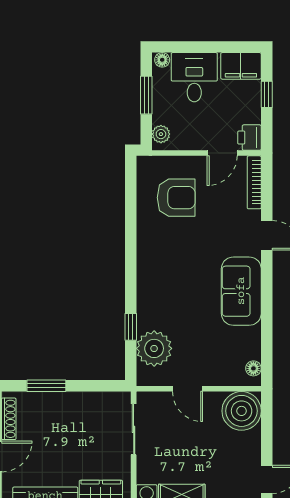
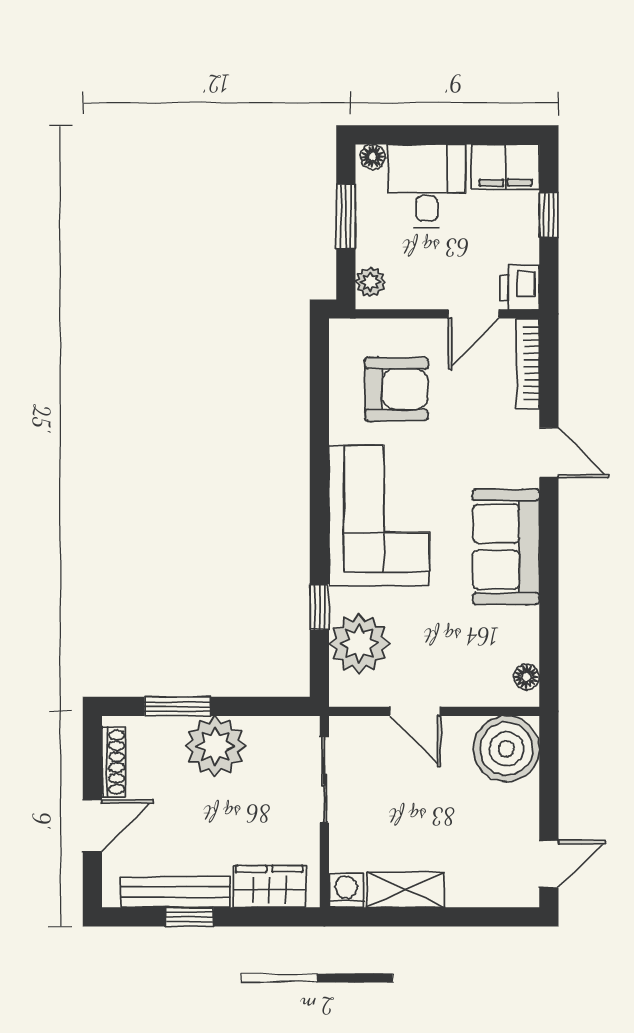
corner sofa: (166, 273) -> (379, 516), added
plant: (69, 409) -> (215, 746), added

